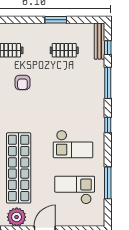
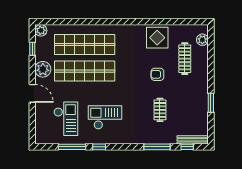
clothes rail: (64, 50) -> (160, 110), moved
window: (108, 125) -> (99, 147), moved
checkout: (73, 144) -> (105, 117), turned 90

